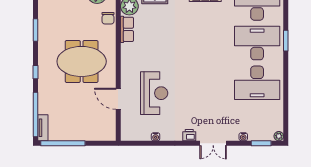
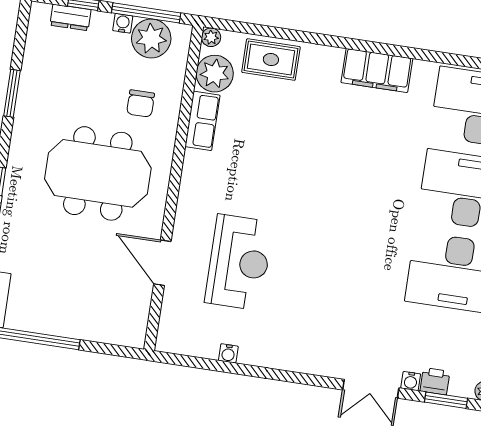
chair: (108, 18) -> (141, 103), moved
printer: (189, 135) -> (435, 381), moved
double door: (213, 143) -> (371, 389), moved

